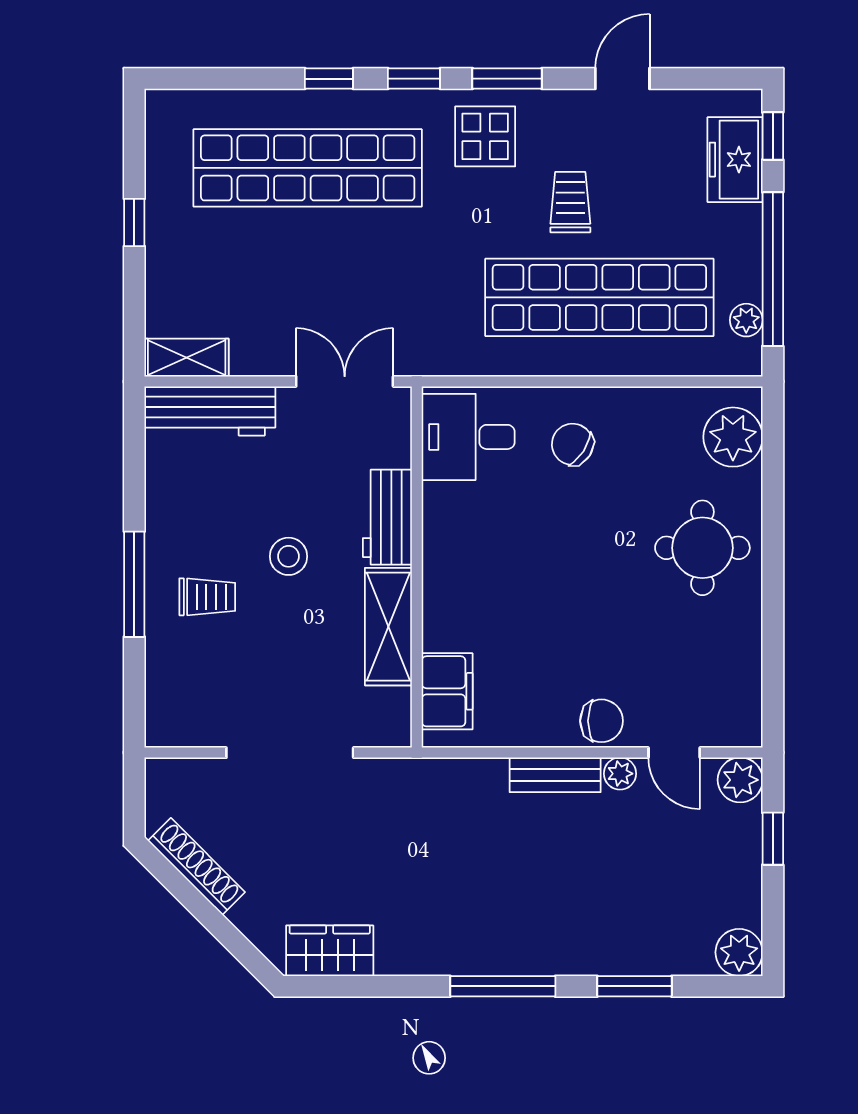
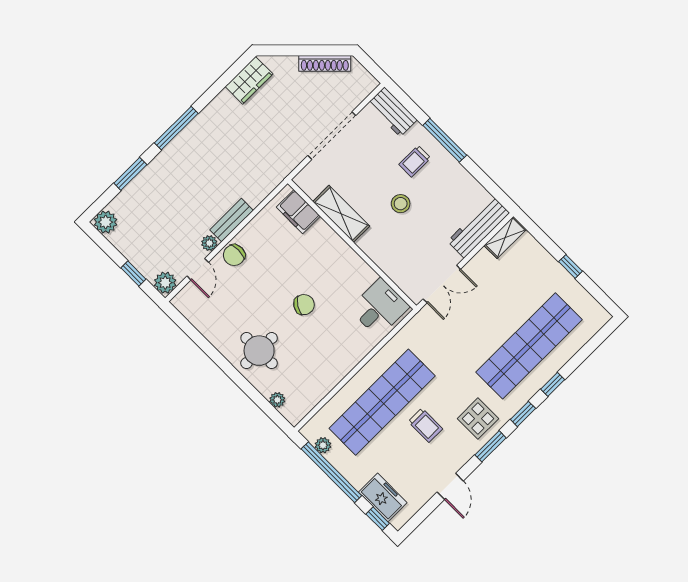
plant: (733, 437) -> (277, 400), width x0.53, depth x0.53
chair: (572, 444) -> (304, 305), moved
workbench: (387, 517) -> (392, 112), moved, turned 180
door: (674, 753) -> (198, 269), swing flipped

